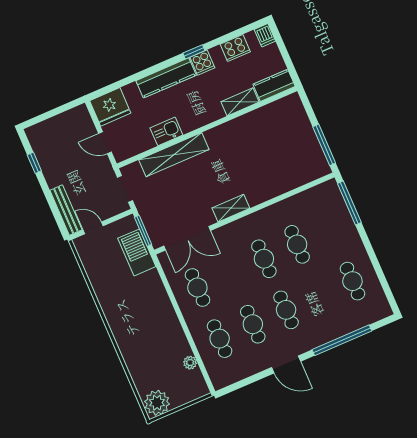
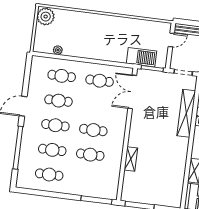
shelving: (231, 208) -> (131, 159), moved
cafe table: (319, 295) -> (52, 150), added

